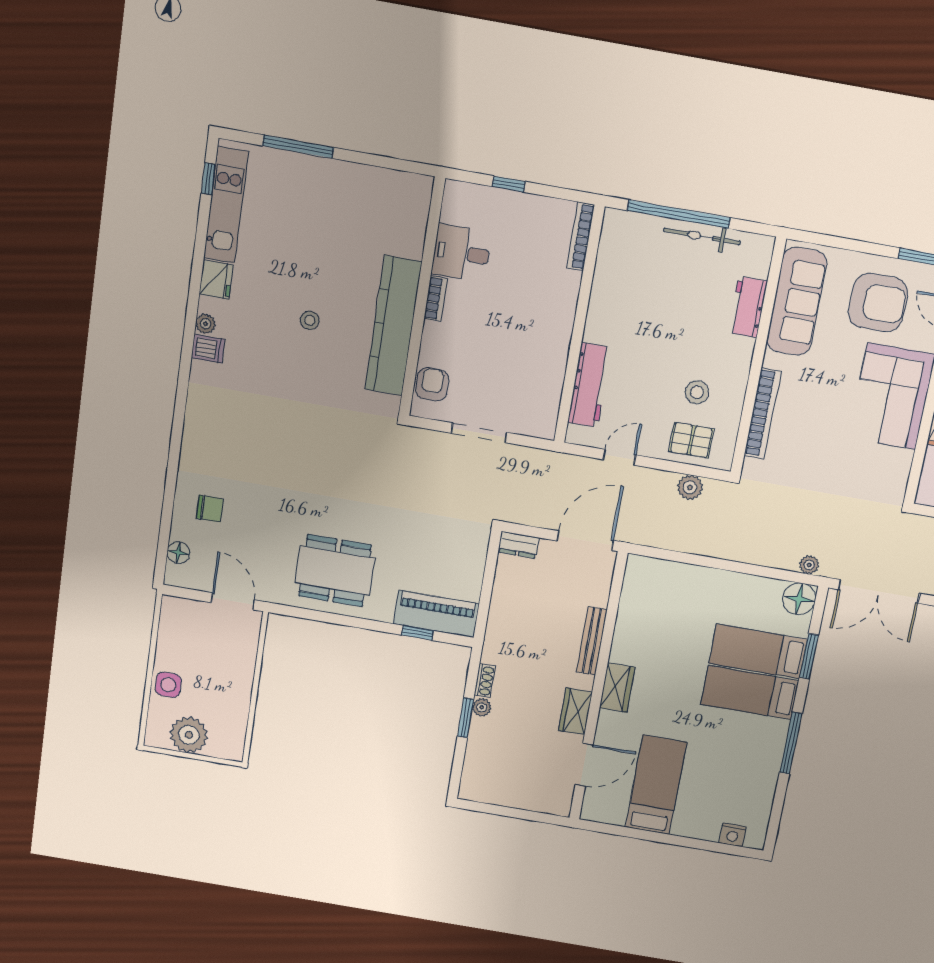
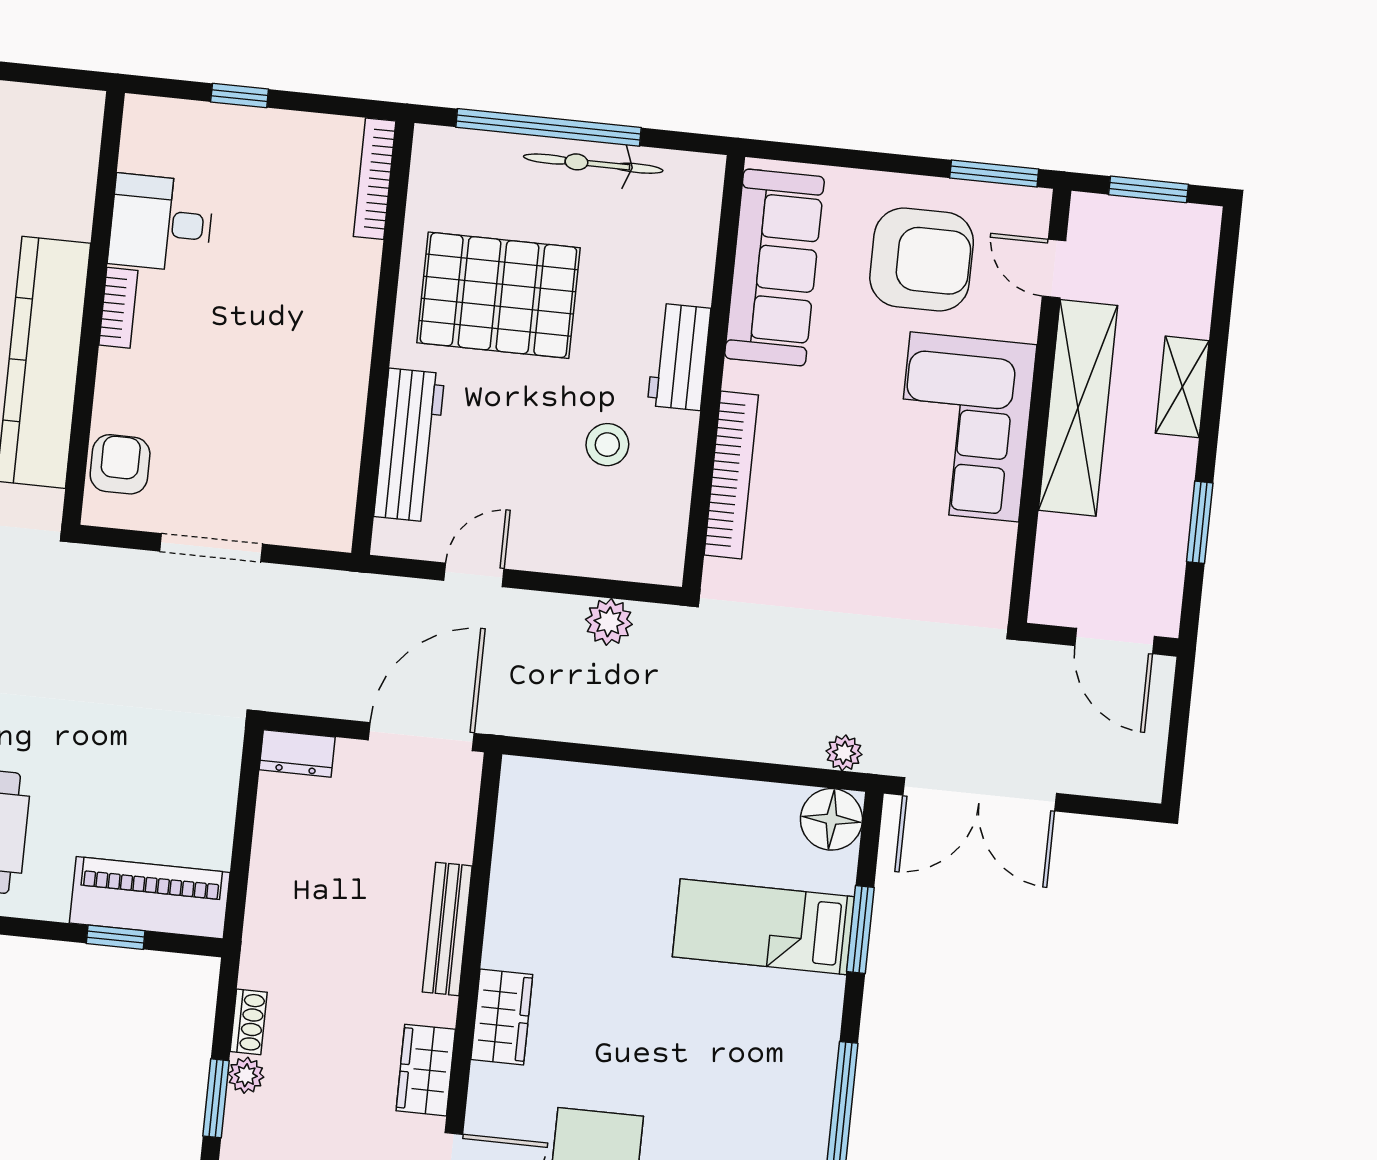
workbench: (748, 307) -> (679, 357), moved
pallet: (691, 440) -> (498, 295), moved, width x2.05, depth x2.00
bed: (750, 693) -> (755, 1009), removed

